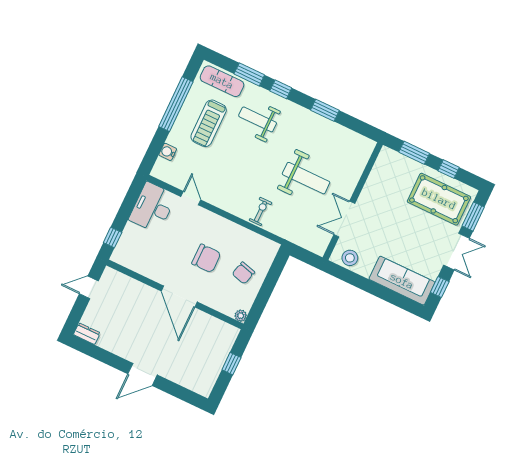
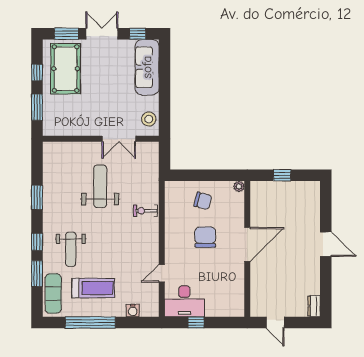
window: (113, 237) -> (196, 322), moved

